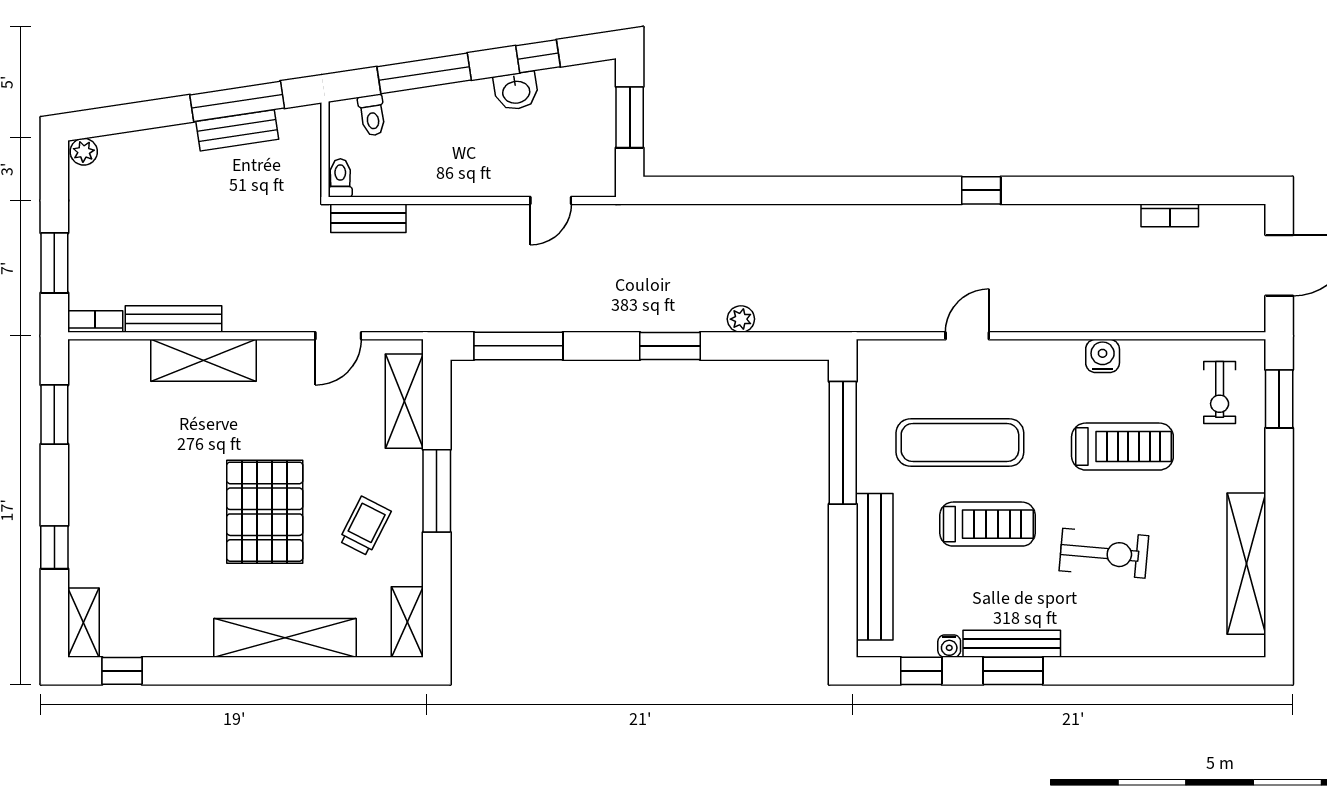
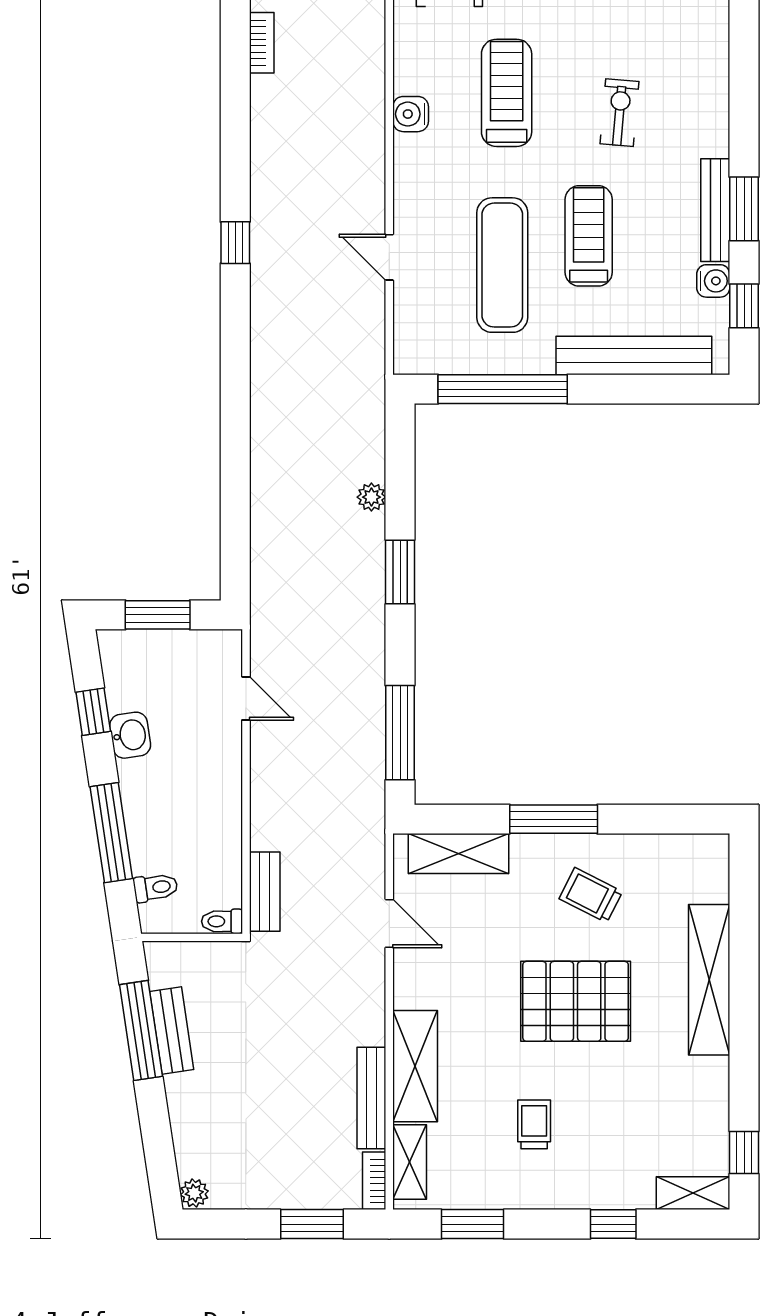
trolley: (149, 473) -> (534, 1124), added
exercise bike: (1104, 553) -> (619, 113), width x0.73, depth x0.72
shelving: (407, 622) -> (410, 1162), moved, turned 90
water cooler: (949, 646) -> (713, 281), width x1.38, depth x1.38

